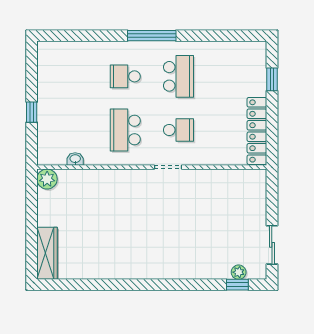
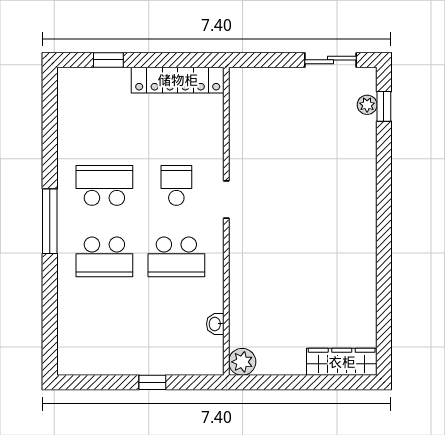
school desk: (125, 76) -> (104, 257), width x1.85

